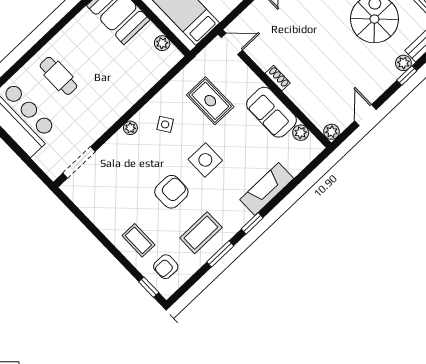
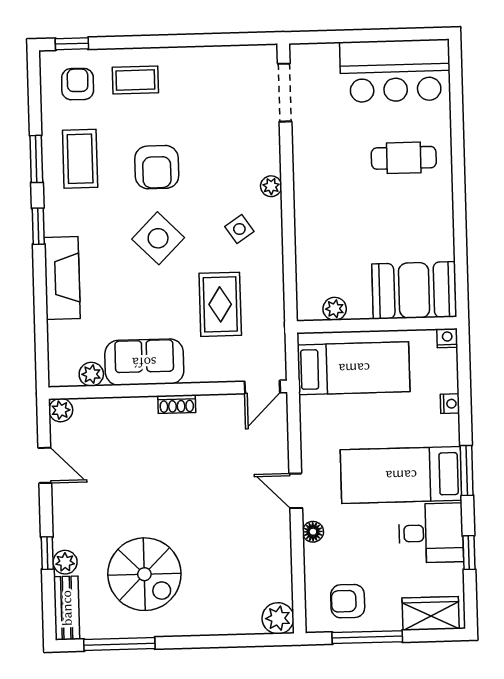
rug: (210, 101) -> (220, 304), turned 90
side table: (205, 160) -> (158, 238), turned 45

